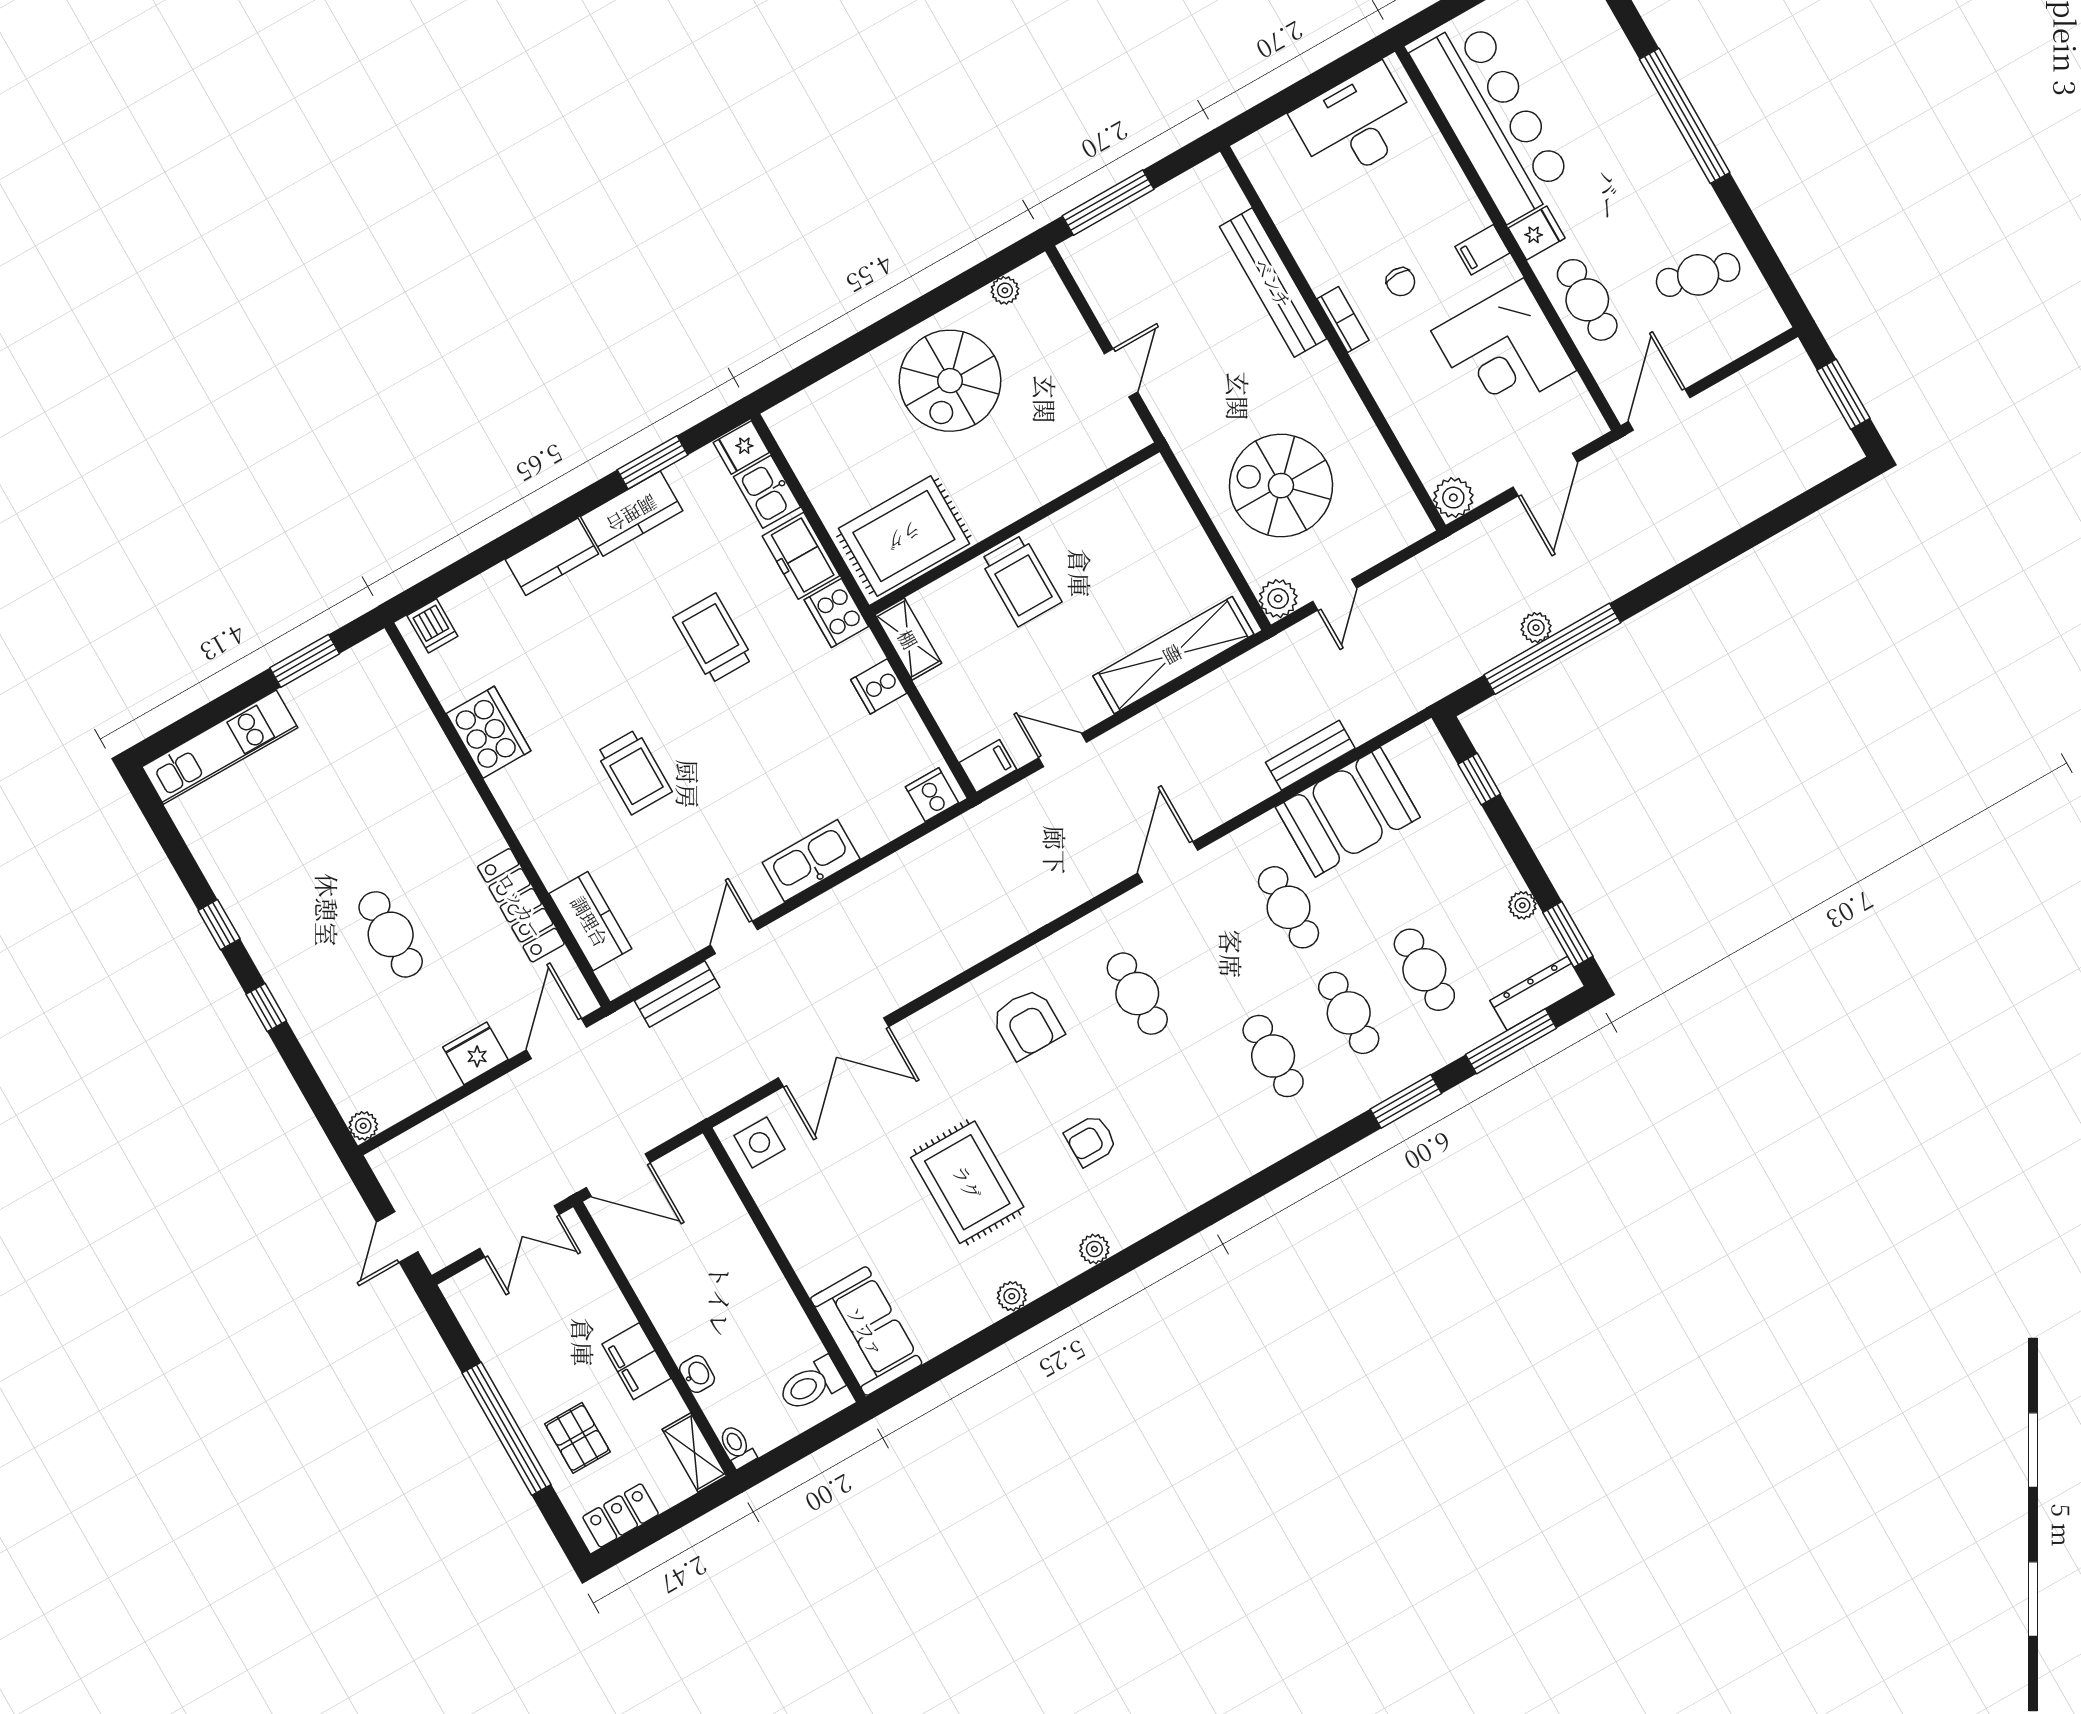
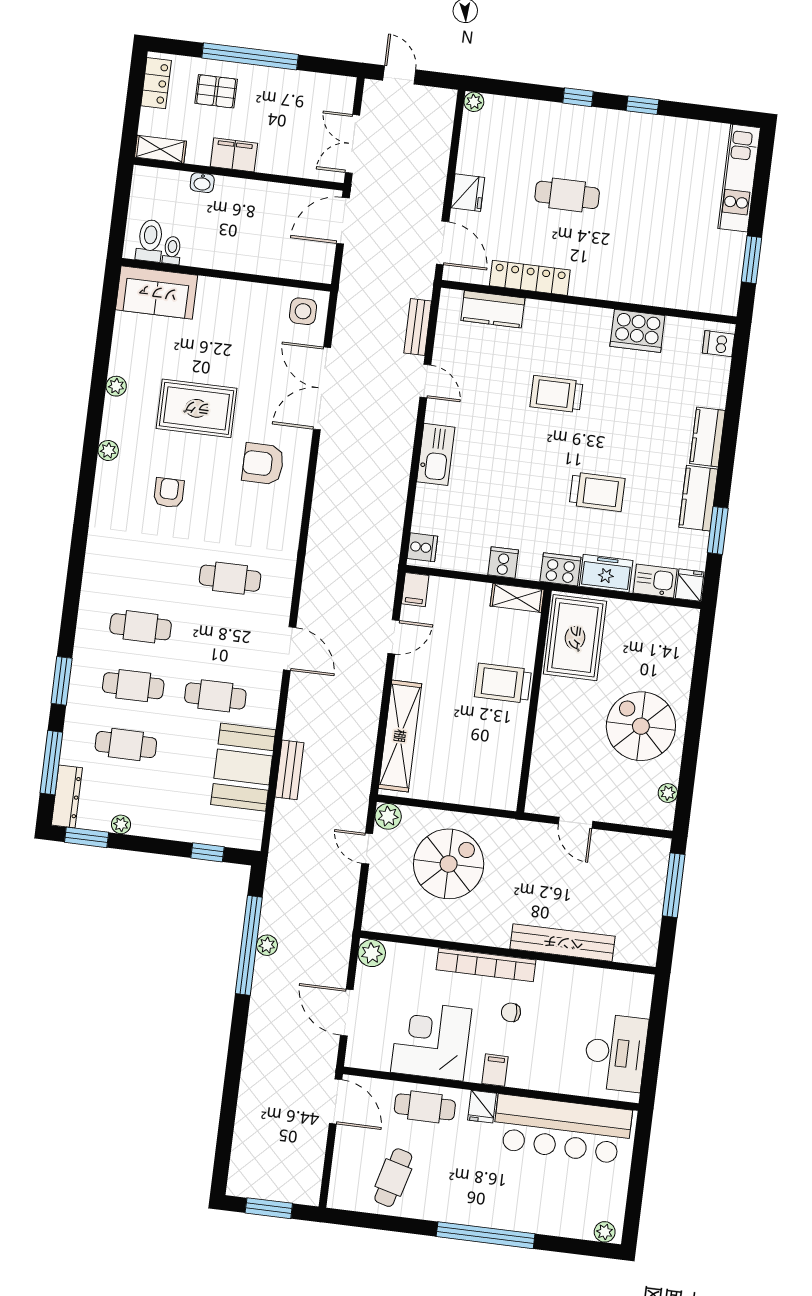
bookcase: (1343, 319) -> (486, 965), width x2.31, depth x1.31
armchair: (1027, 1024) -> (263, 464), moved
toilet: (737, 1447) -> (172, 250), moved, turned -90

